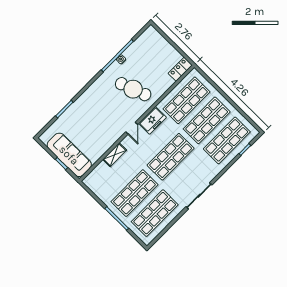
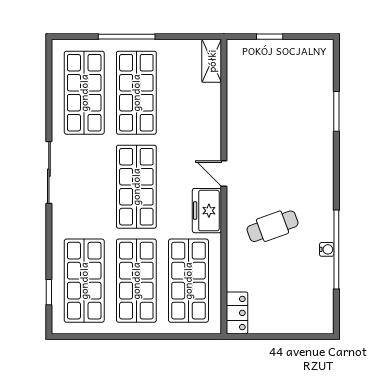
cafe table: (133, 89) -> (273, 226), width x0.73, depth x0.74
sofa: (69, 155) -> (271, 58), removed
shelving: (115, 155) -> (212, 61), moved

